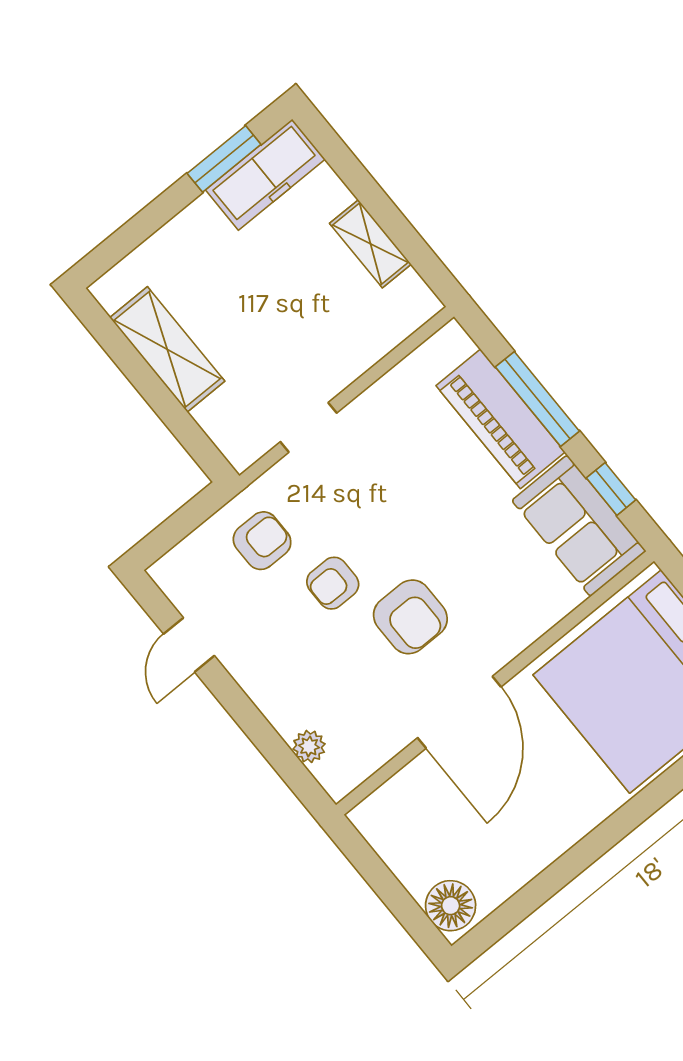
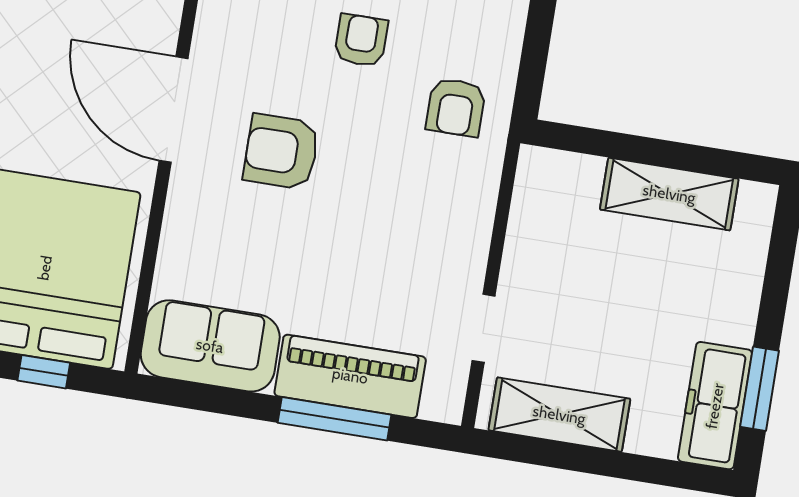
shelving: (370, 244) -> (559, 415), width x1.50, depth x1.33
doorway: (309, 427) -> (484, 328), moved
window: (611, 489) -> (211, 399), removed
armchair: (333, 583) -> (361, 40), moved

